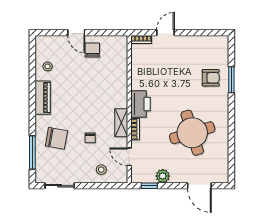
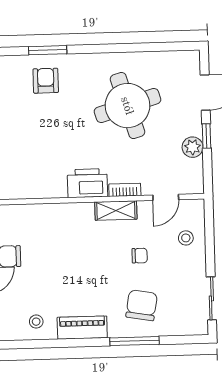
window: (32, 152) -> (135, 341), moved
window: (149, 186) -> (207, 136), moved

